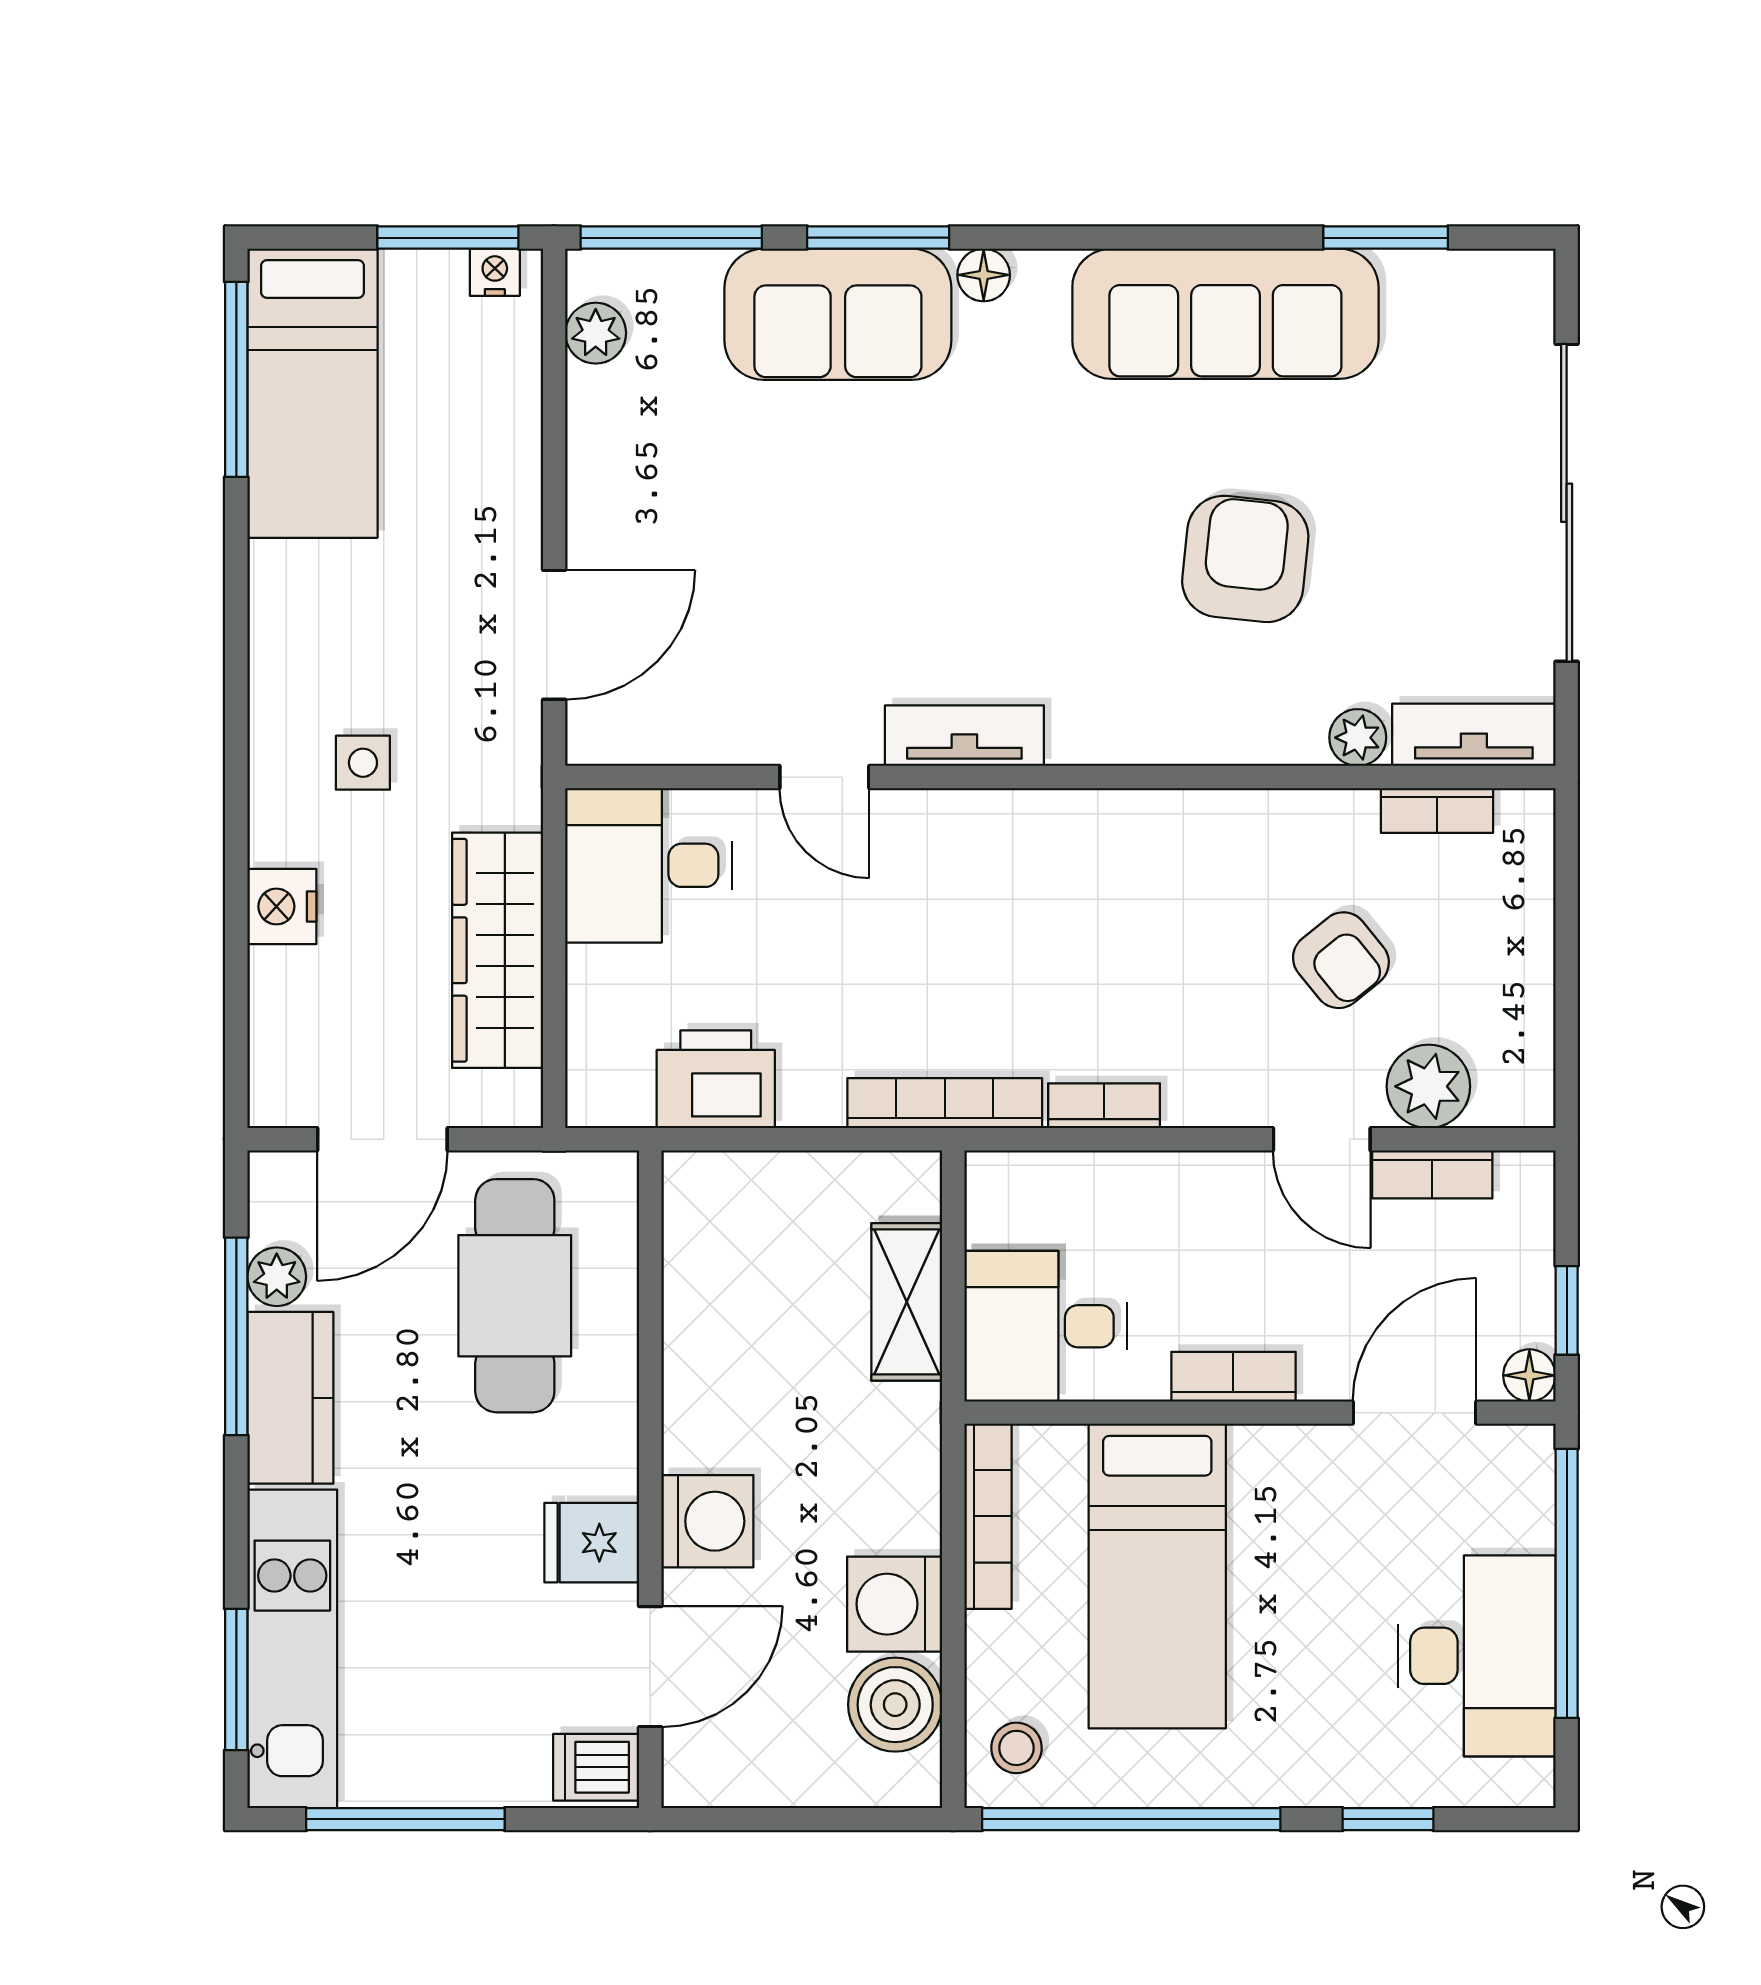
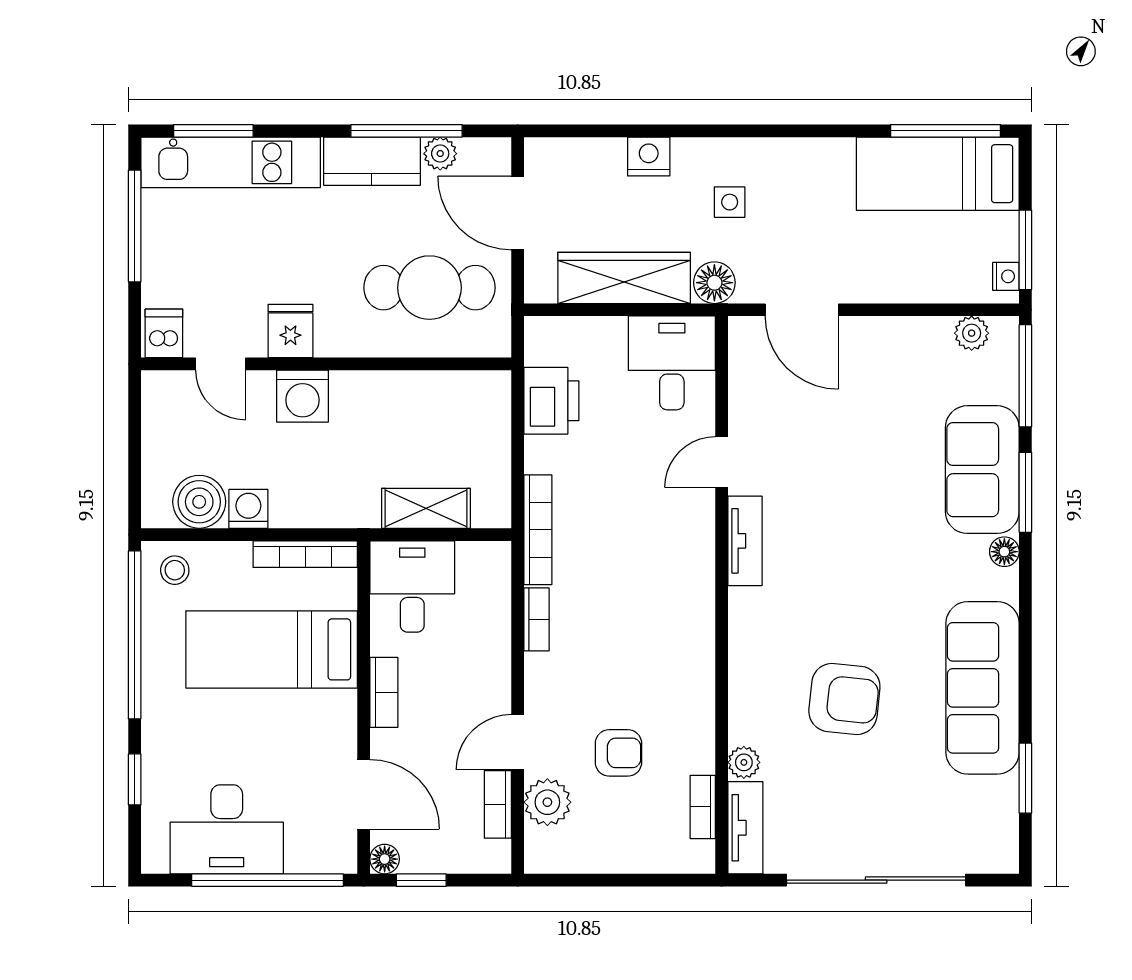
floor lamp: (506, 790) -> (714, 283), added
armchair: (1341, 960) -> (618, 753), turned -141
washing machine: (895, 1604) -> (248, 509), width x0.73, depth x0.73
door: (650, 1667) -> (221, 364), width x0.73

